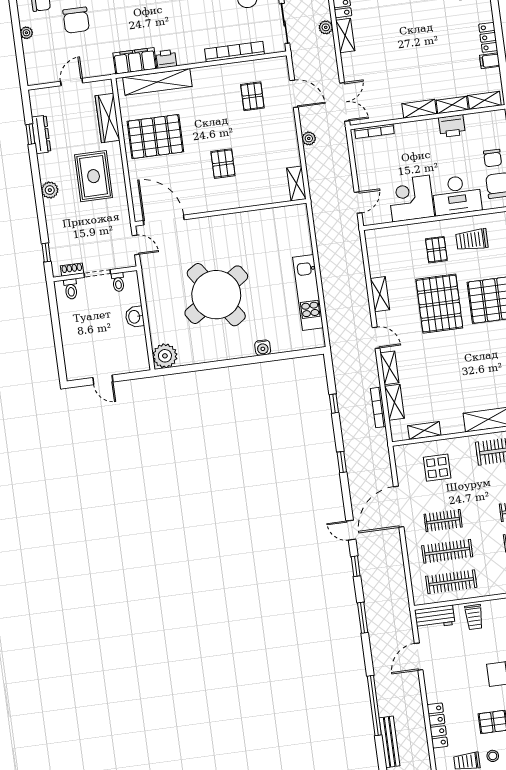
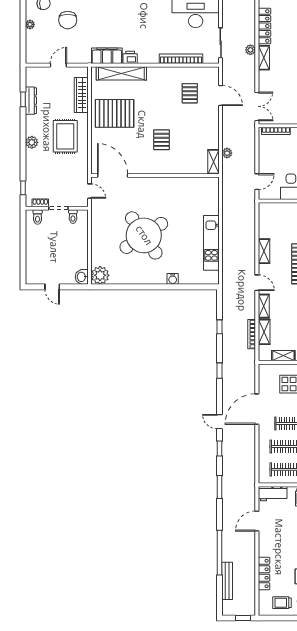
plant: (309, 138) -> (227, 153), moved
washbasin: (135, 317) -> (82, 277), moved

